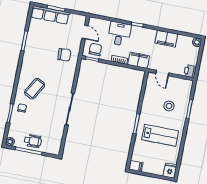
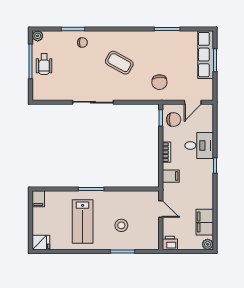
filing cabinet: (166, 39) -> (205, 222), moved
filing cabinet: (139, 60) -> (171, 176), width x0.50
door: (162, 73) -> (161, 209), swing flipped
coffee table: (35, 89) -> (119, 63), moved

